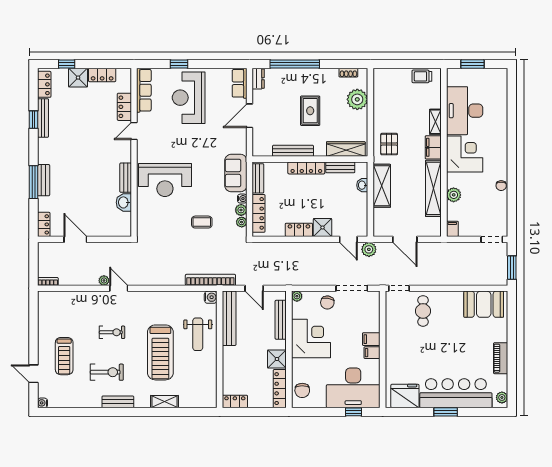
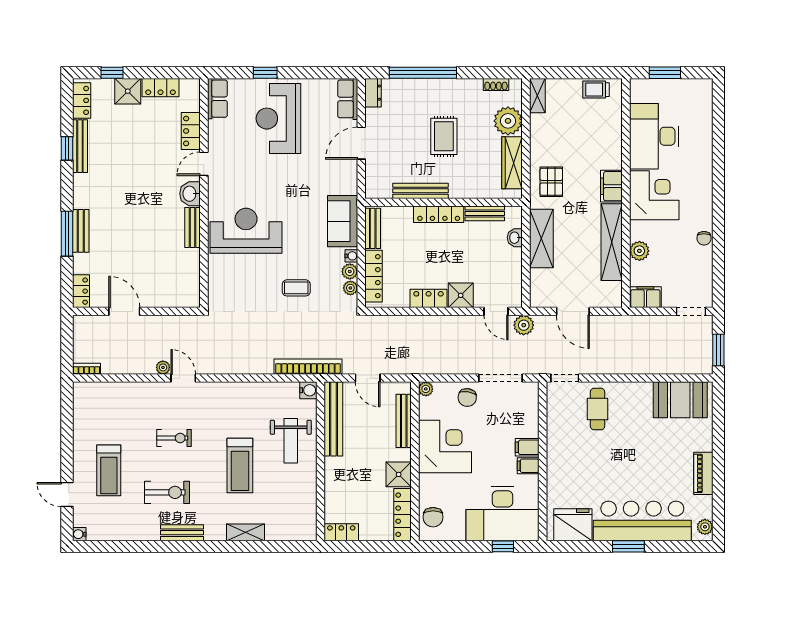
row of seats: (144, 90) -> (217, 99), width x0.68
shelving: (435, 122) -> (537, 96), moved
wardrobe: (346, 149) -> (512, 163), moved, turned -90
reception desk: (165, 180) -> (246, 231), turned 180
washbasin: (124, 202) -> (190, 194), moved
filing cabinet: (452, 229) -> (645, 297), width x2.00
treadmill: (160, 352) -> (240, 465), width x0.73, depth x0.73

